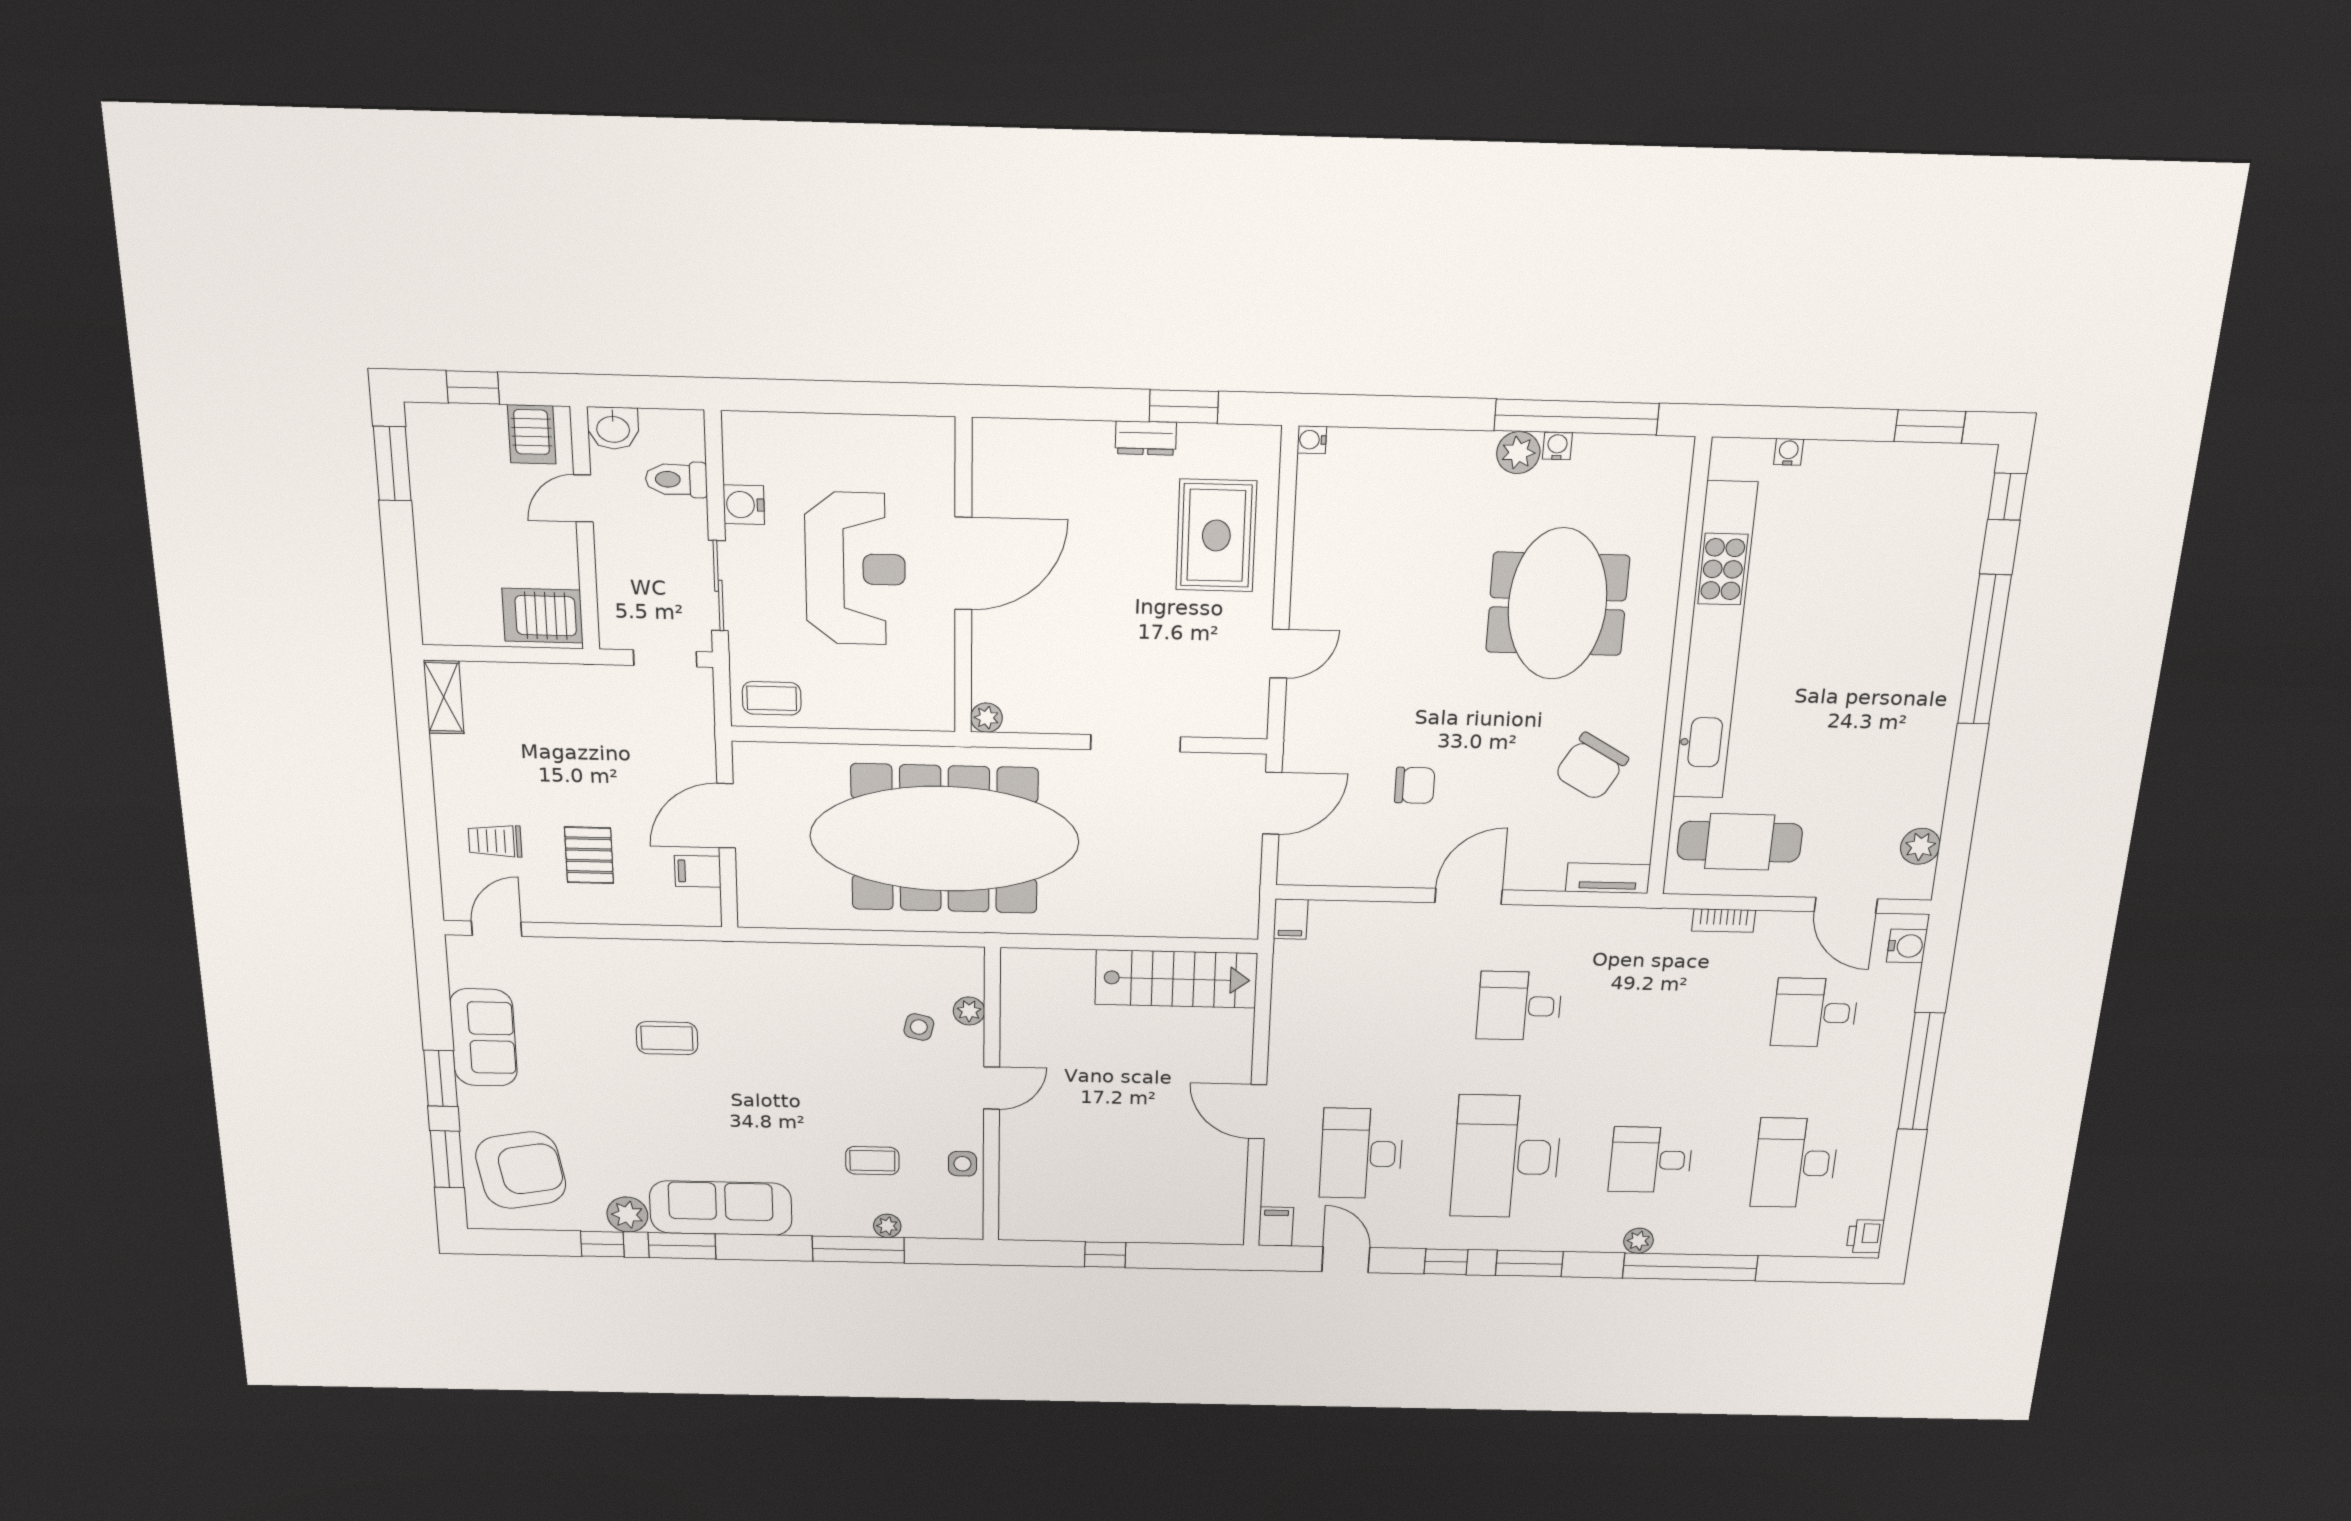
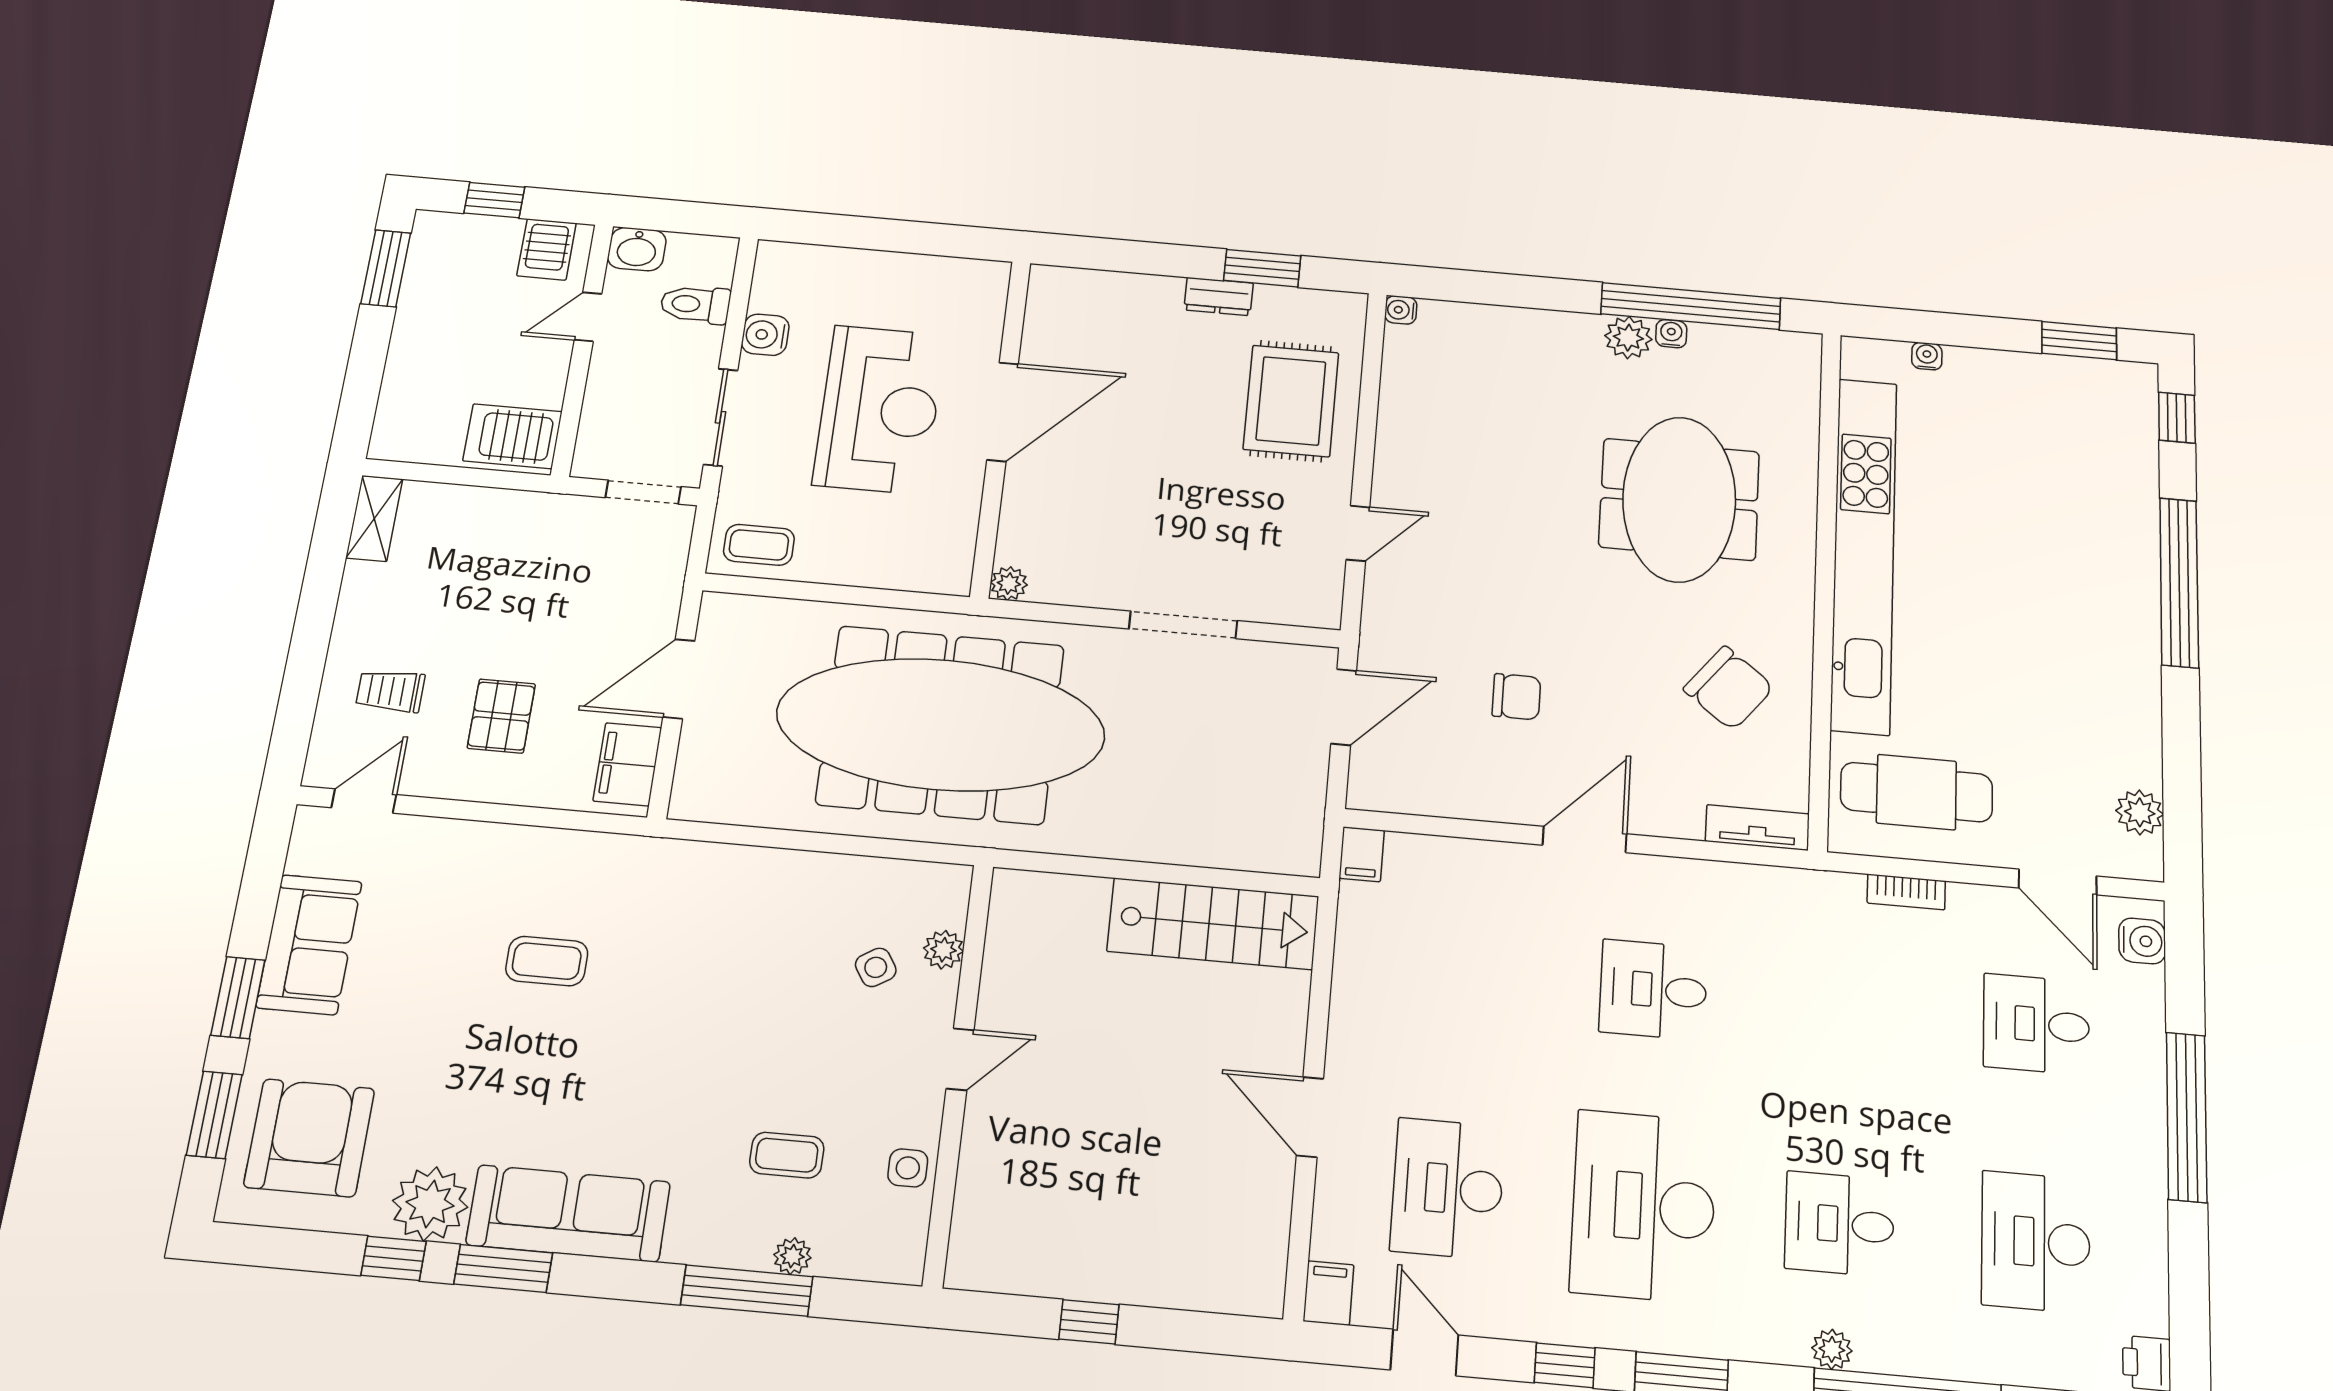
chair: (1591, 767) -> (1729, 688), turned -82
filing cabinet: (698, 871) -> (627, 764), width x2.00
side table: (919, 1027) -> (876, 967), turned 45
armchair: (521, 1170) -> (309, 1138), turned -80
plant: (627, 1215) -> (430, 1204), width x1.36, depth x1.36

